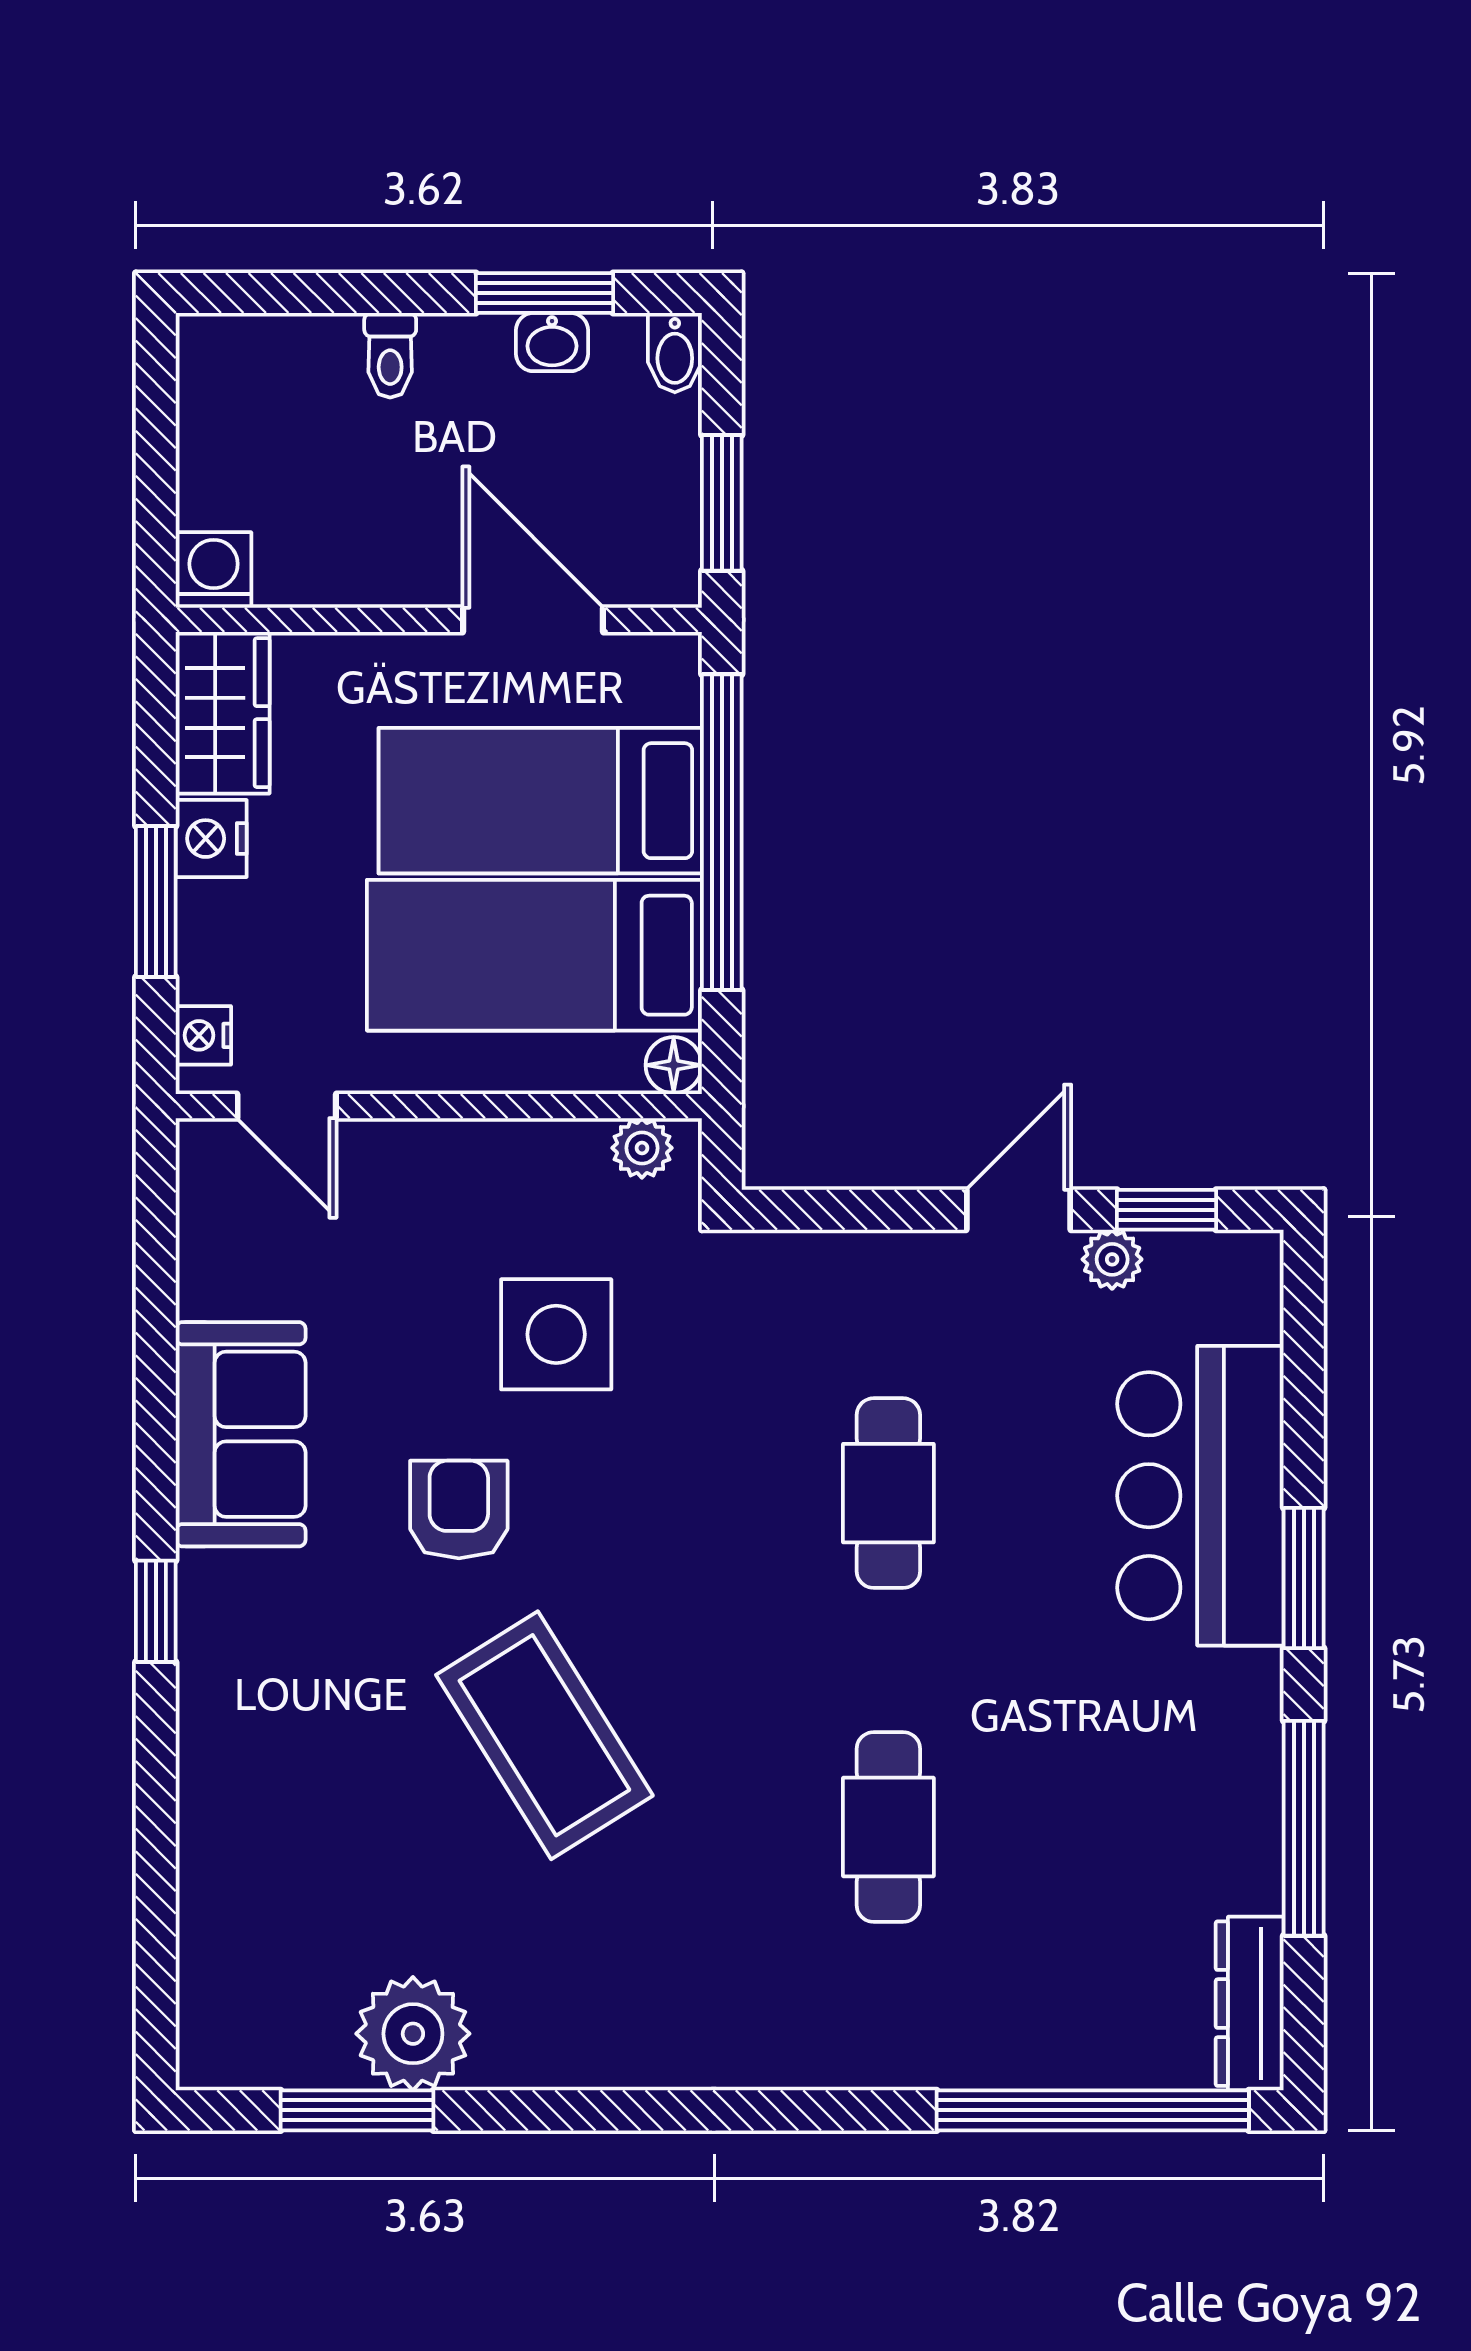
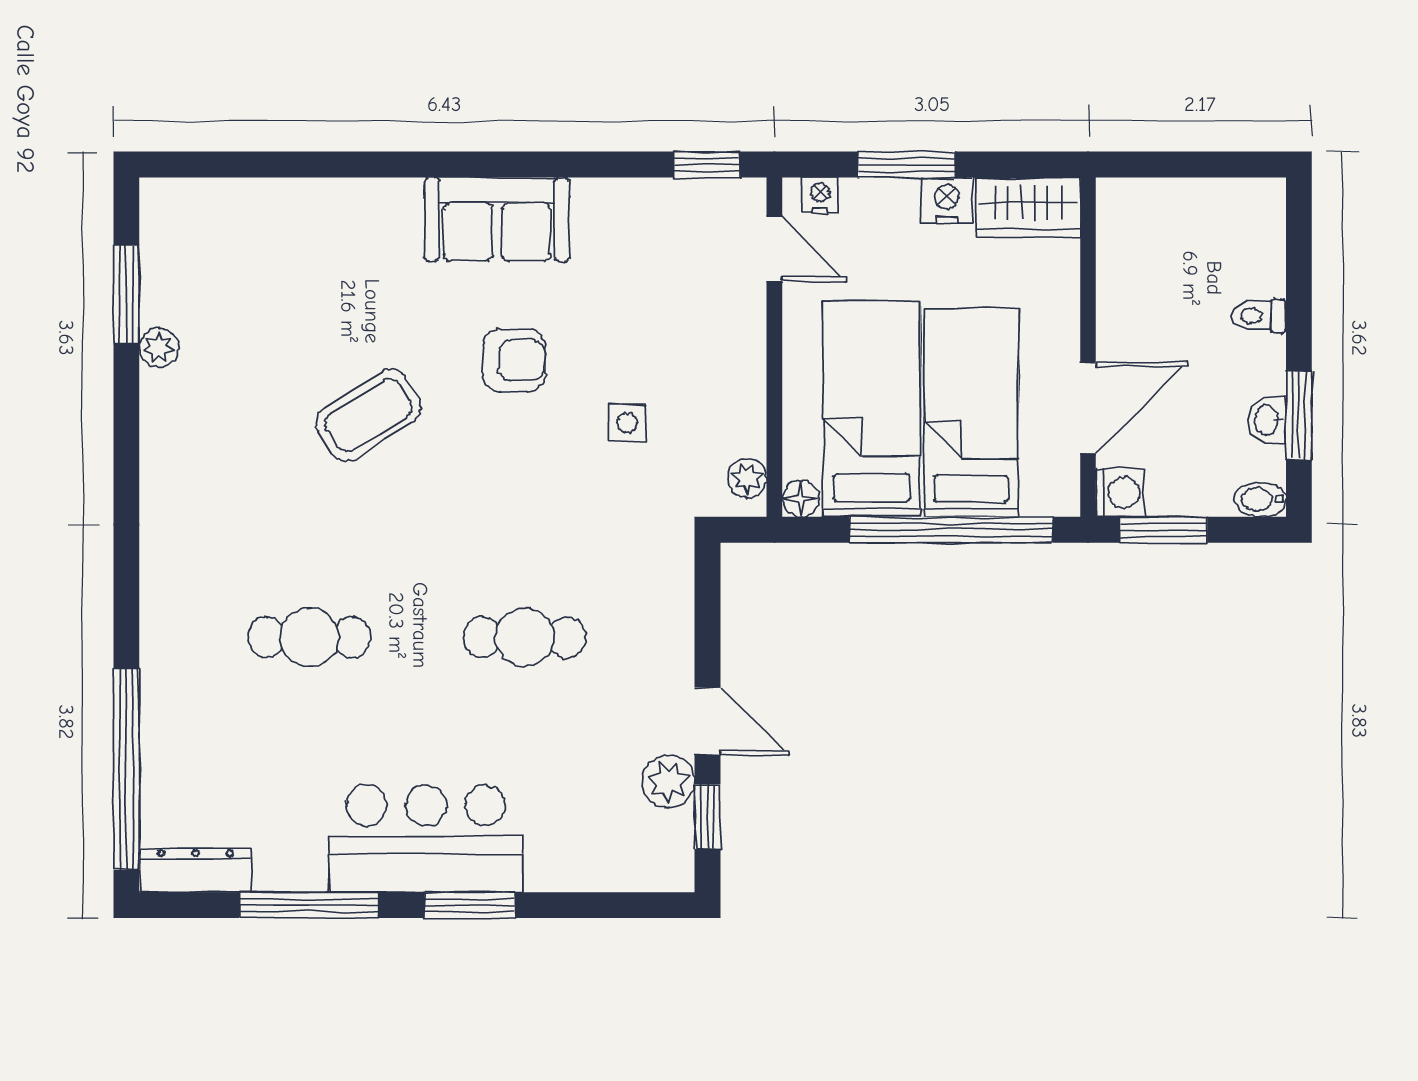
washing machine: (214, 570) -> (1120, 492), moved
door: (287, 1106) -> (774, 249), swing flipped
plant: (1112, 1259) -> (668, 782), width x1.38, depth x1.38
side table: (556, 1334) -> (627, 423), width x0.54, depth x0.54
sofa: (241, 1434) -> (497, 219), moved
bar counter: (1200, 1496) -> (426, 839), moved
window: (156, 1611) -> (706, 165), moved
coffee table: (544, 1735) -> (368, 415), width x0.73, depth x0.76
plant: (413, 2034) -> (159, 348), width x0.53, depth x0.53

